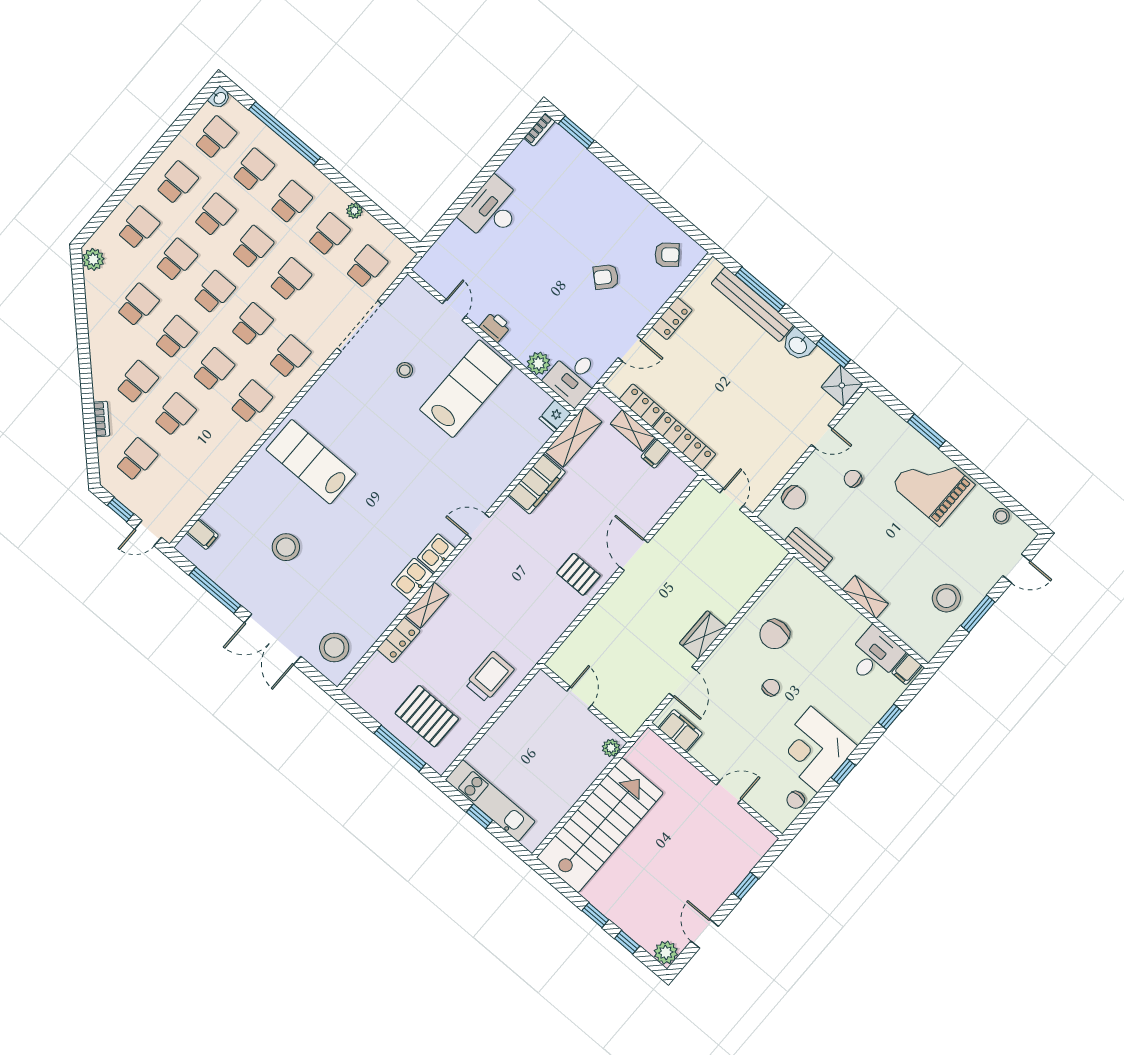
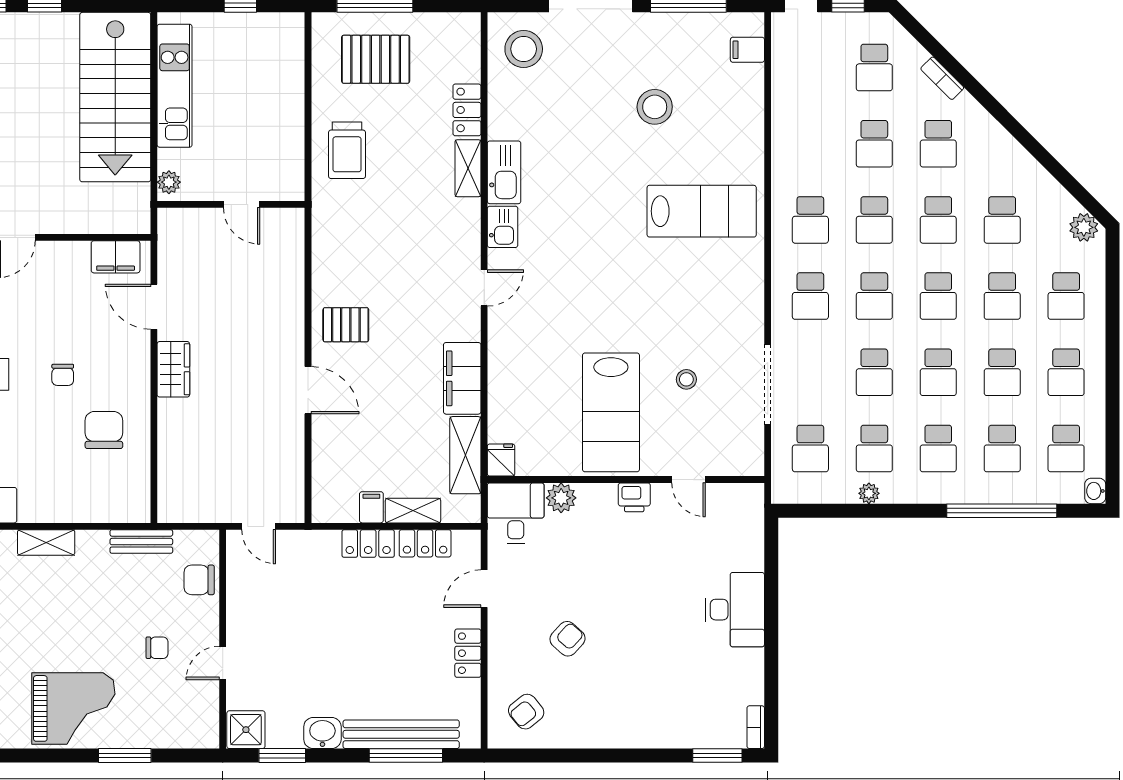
locker: (684, 441) -> (368, 544), width x0.66
kitchen sink: (412, 579) -> (504, 172), width x1.38
kitchen unit: (490, 801) -> (175, 86), moved, turned -90

